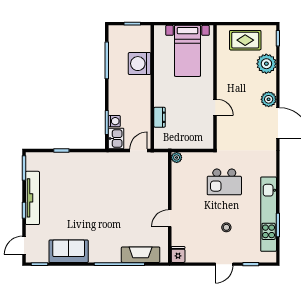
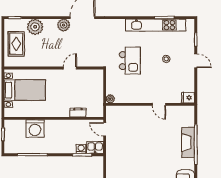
fireplace: (141, 255) -> (188, 143), moved

